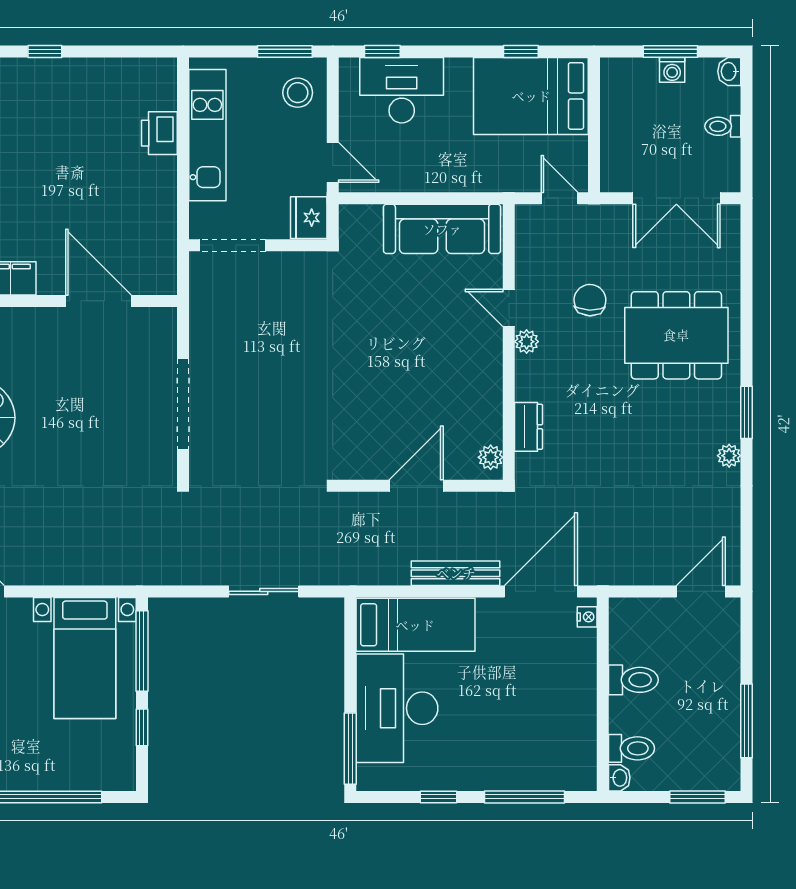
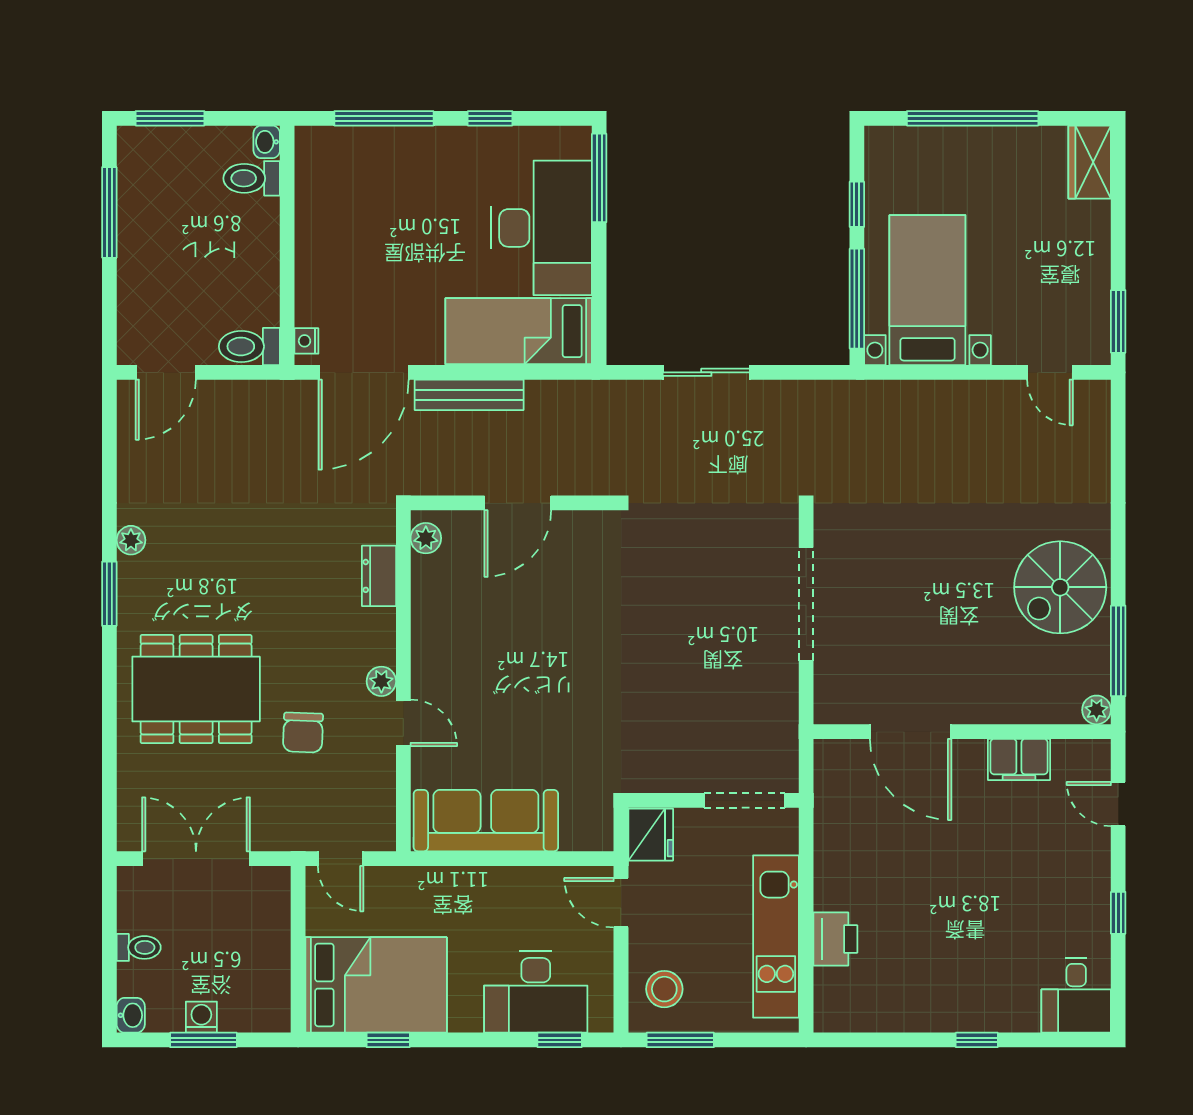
toilet: (633, 680) -> (249, 346), moved

